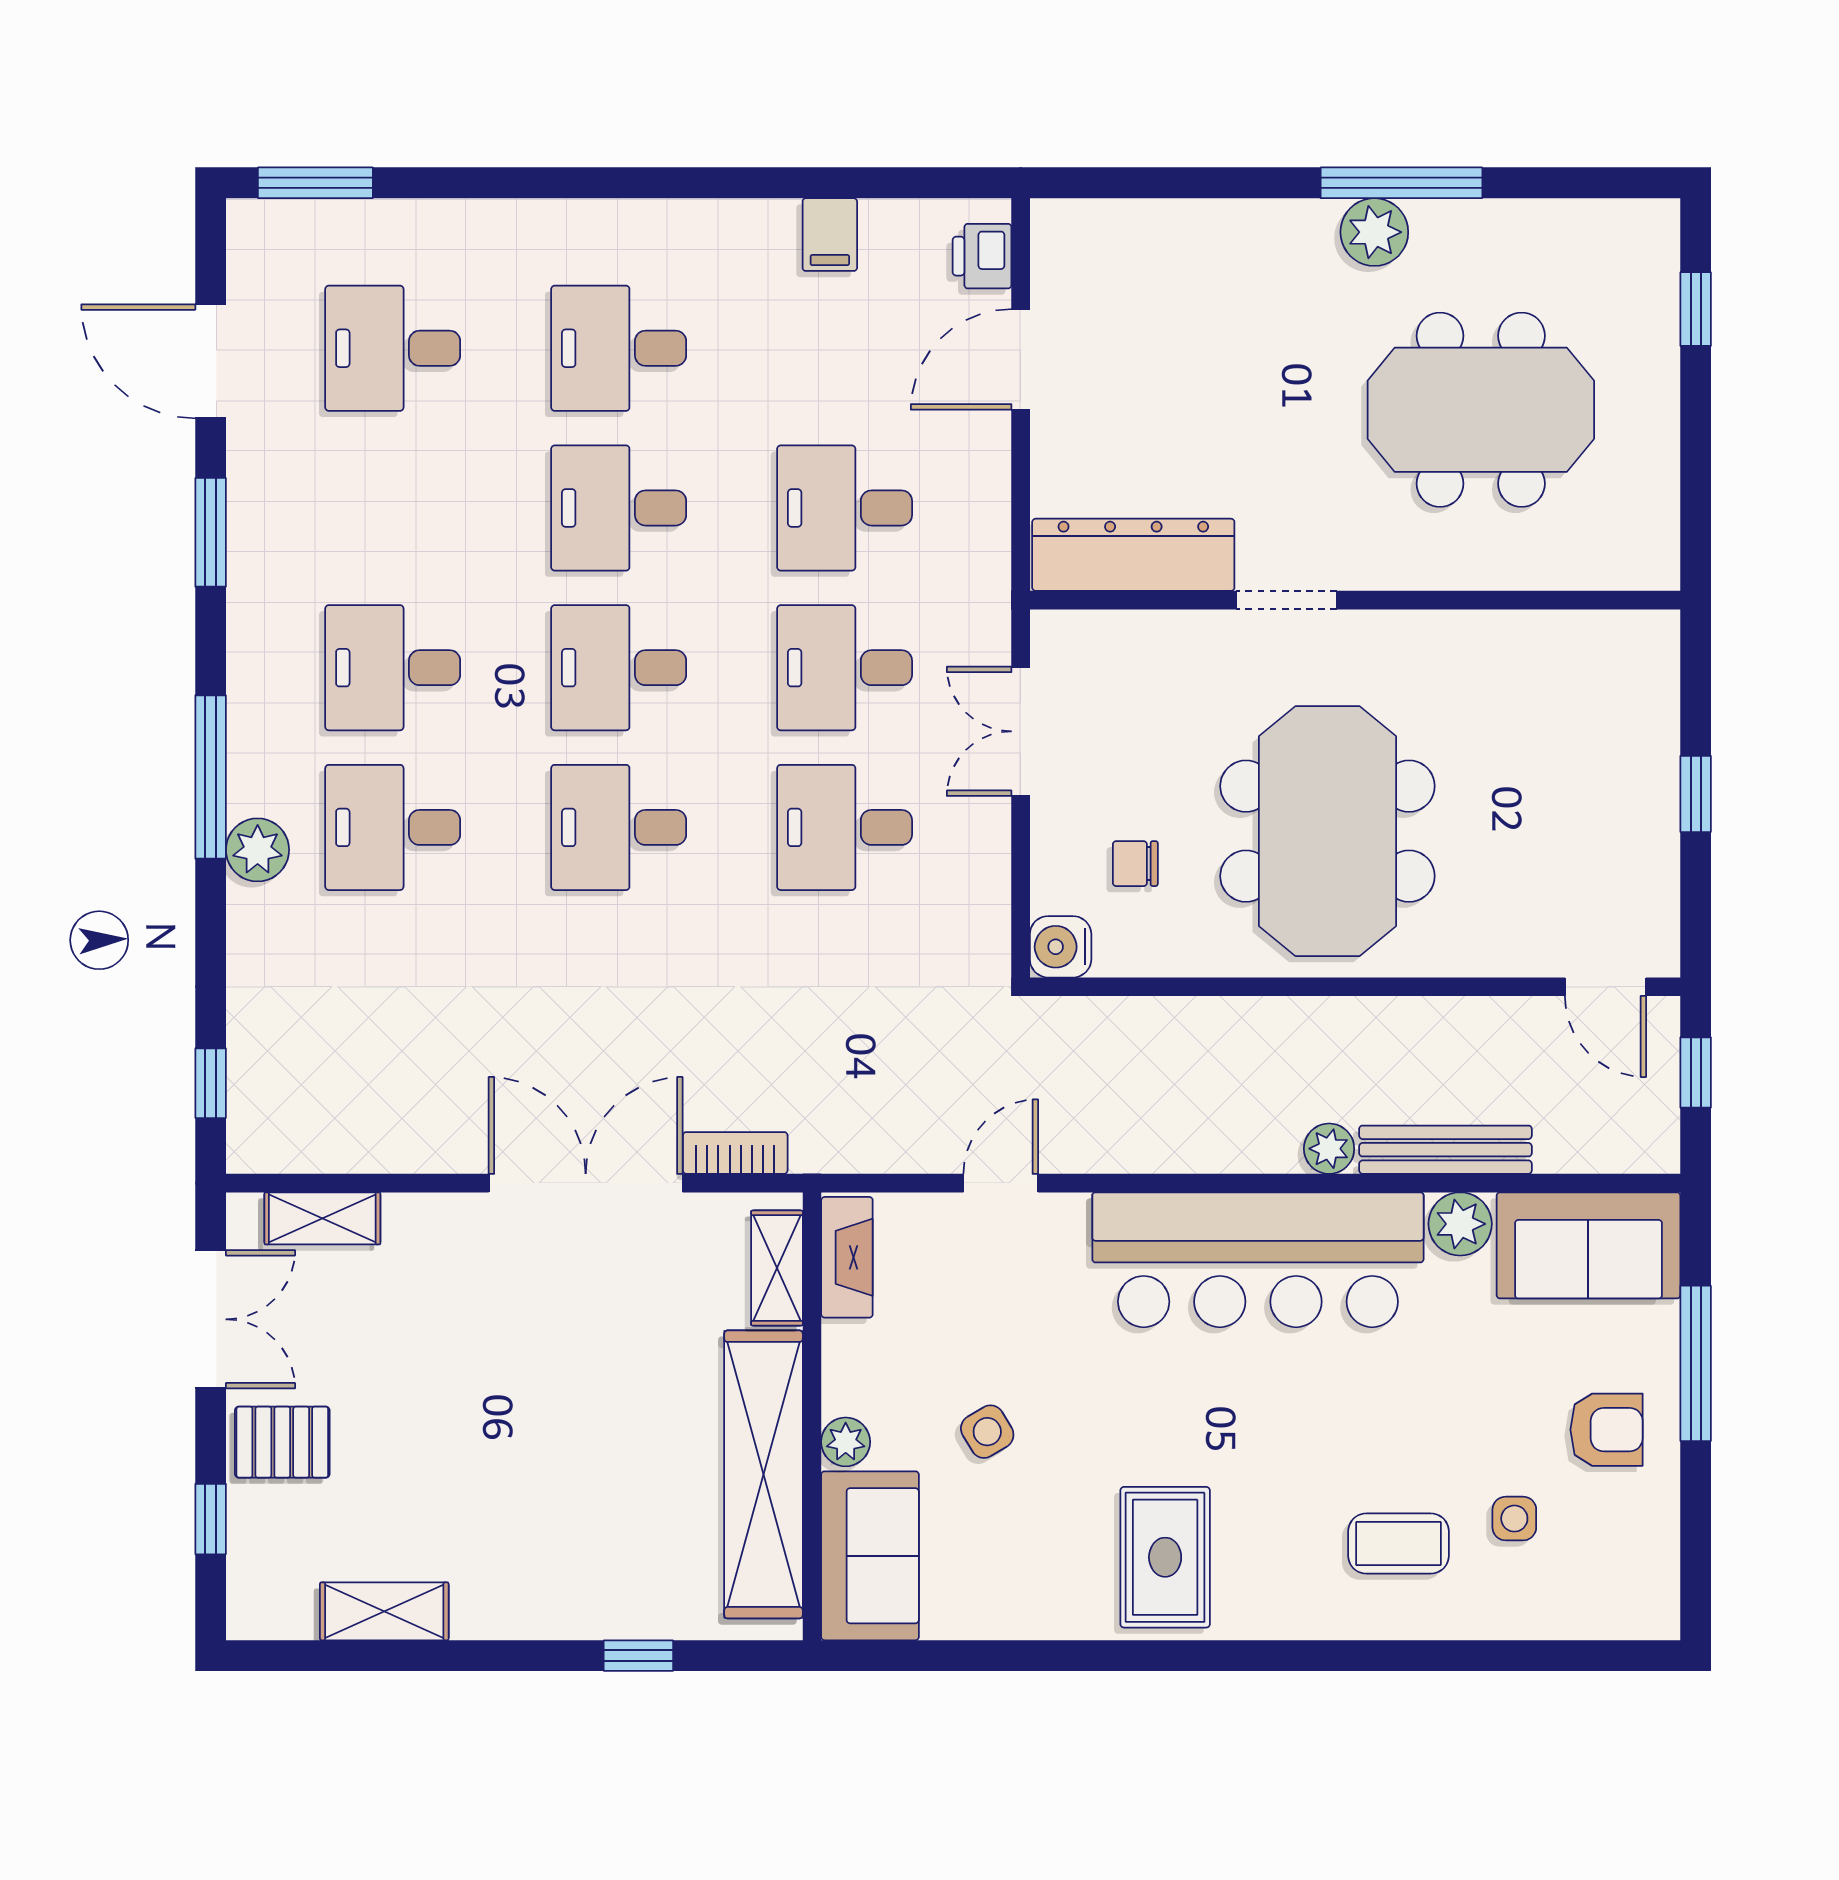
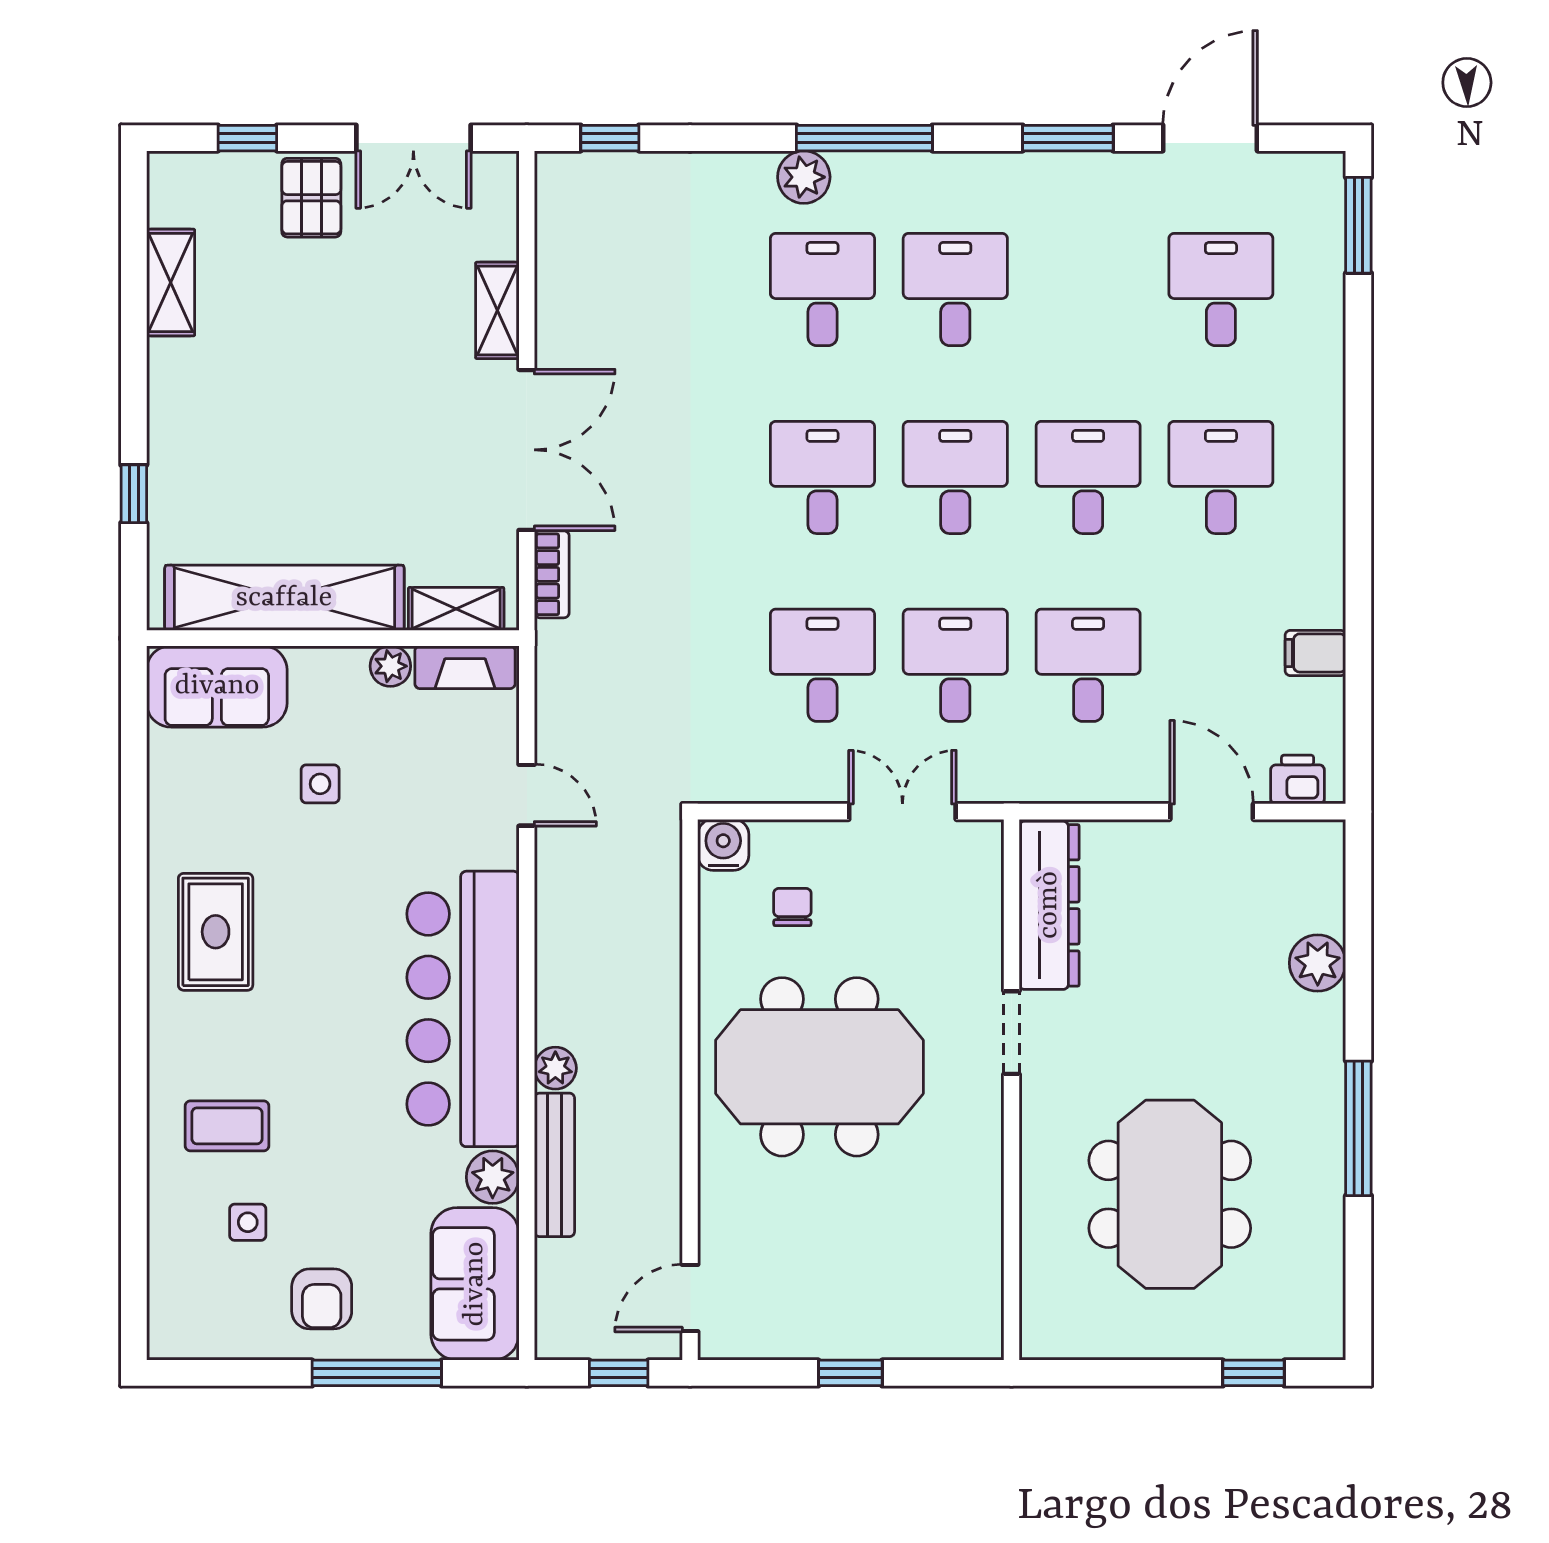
plant: (1374, 232) -> (1318, 963), moved
shelving: (322, 1218) -> (497, 310), moved
side table: (987, 1432) -> (320, 784), turned 31
plant: (846, 1442) -> (390, 666), moved
coffee table: (1398, 1544) -> (227, 1126), turned 90
rug: (1165, 1557) -> (216, 932), turned 90

